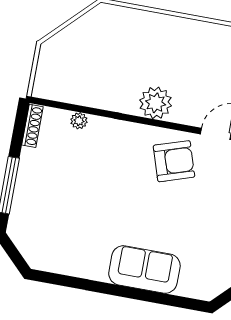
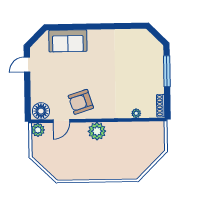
sofa: (144, 269) -> (68, 41), moved

